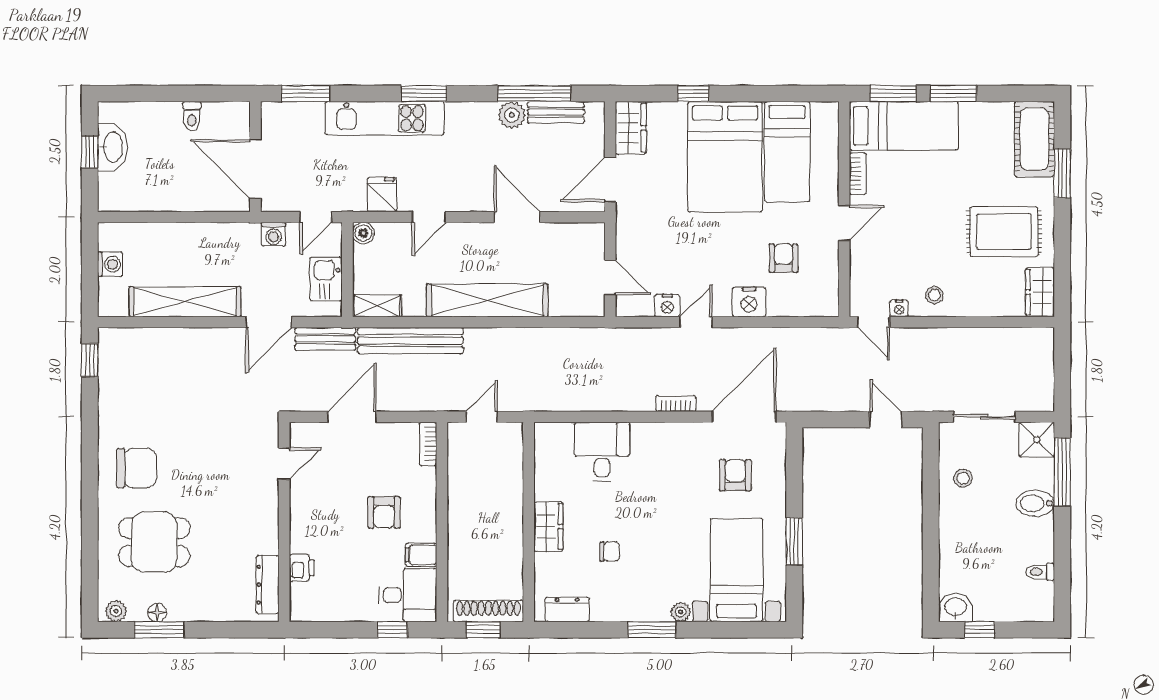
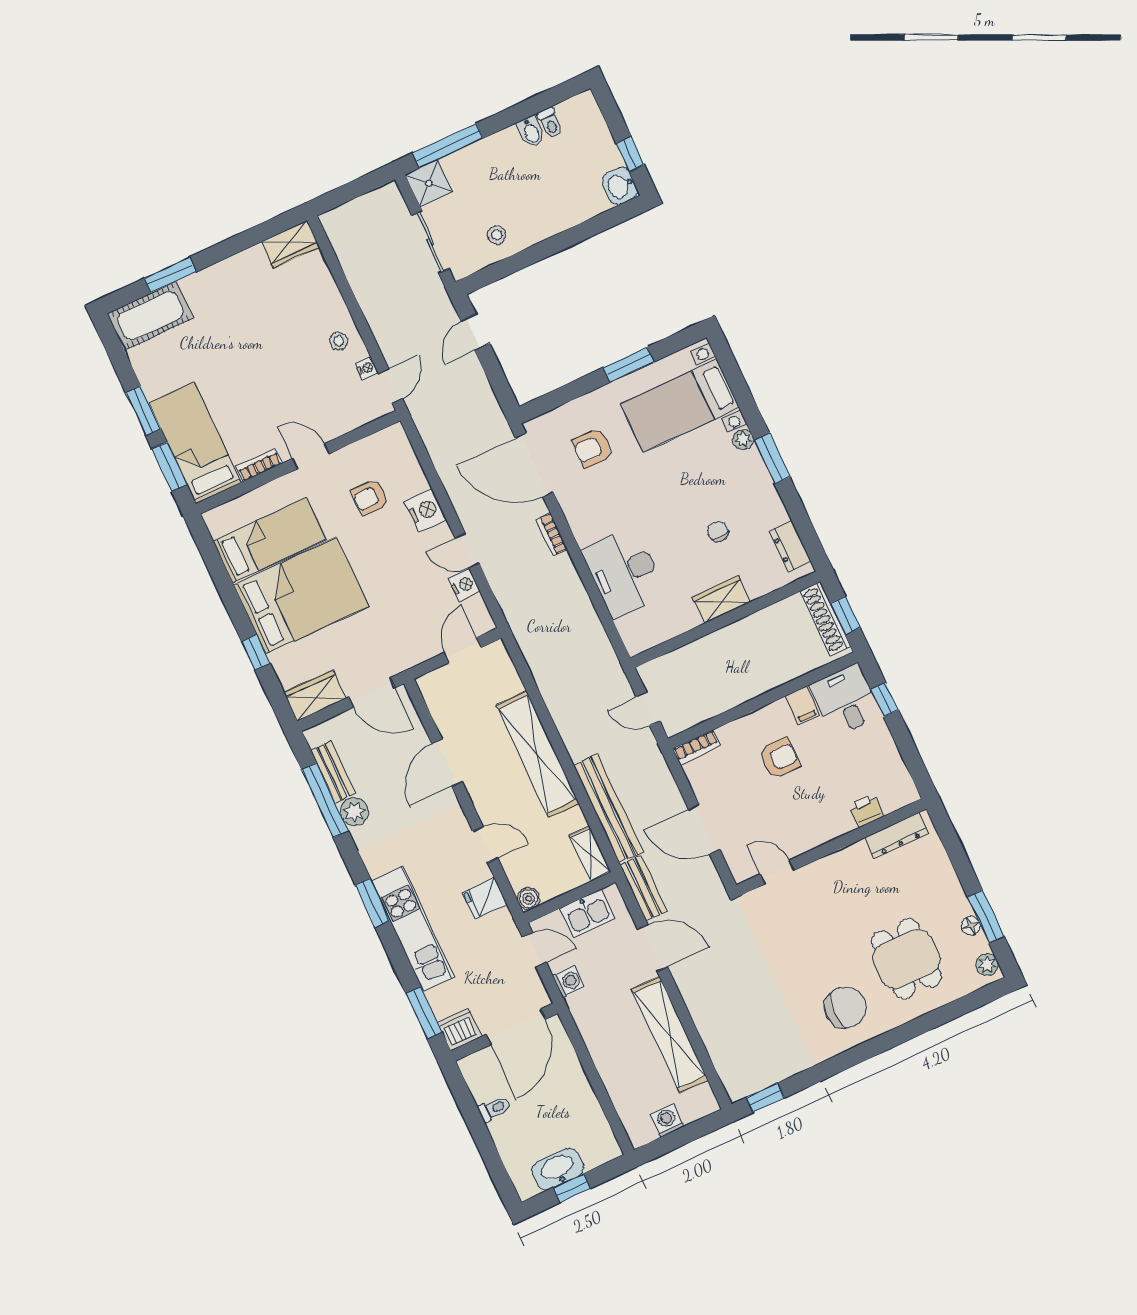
dishwasher: (276, 118) -> (460, 1029), added
rug: (1004, 232) -> (250, 304), removed
desk: (602, 452) -> (624, 573), width x1.37
chair: (137, 468) -> (845, 1007), turned 90
bidet: (1035, 503) -> (531, 132), moved, width x0.72, depth x0.74

